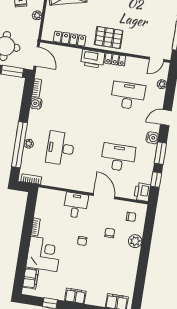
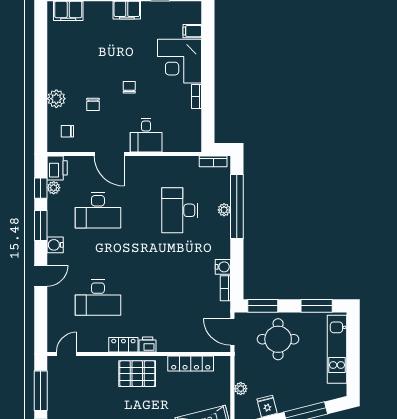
printer: (93, 59) -> (148, 345), width x0.53, depth x0.68
plant: (162, 84) -> (54, 188), moved
desk: (60, 148) -> (180, 210), turned 180
filing cabinet: (31, 279) -> (192, 31), width x0.50

